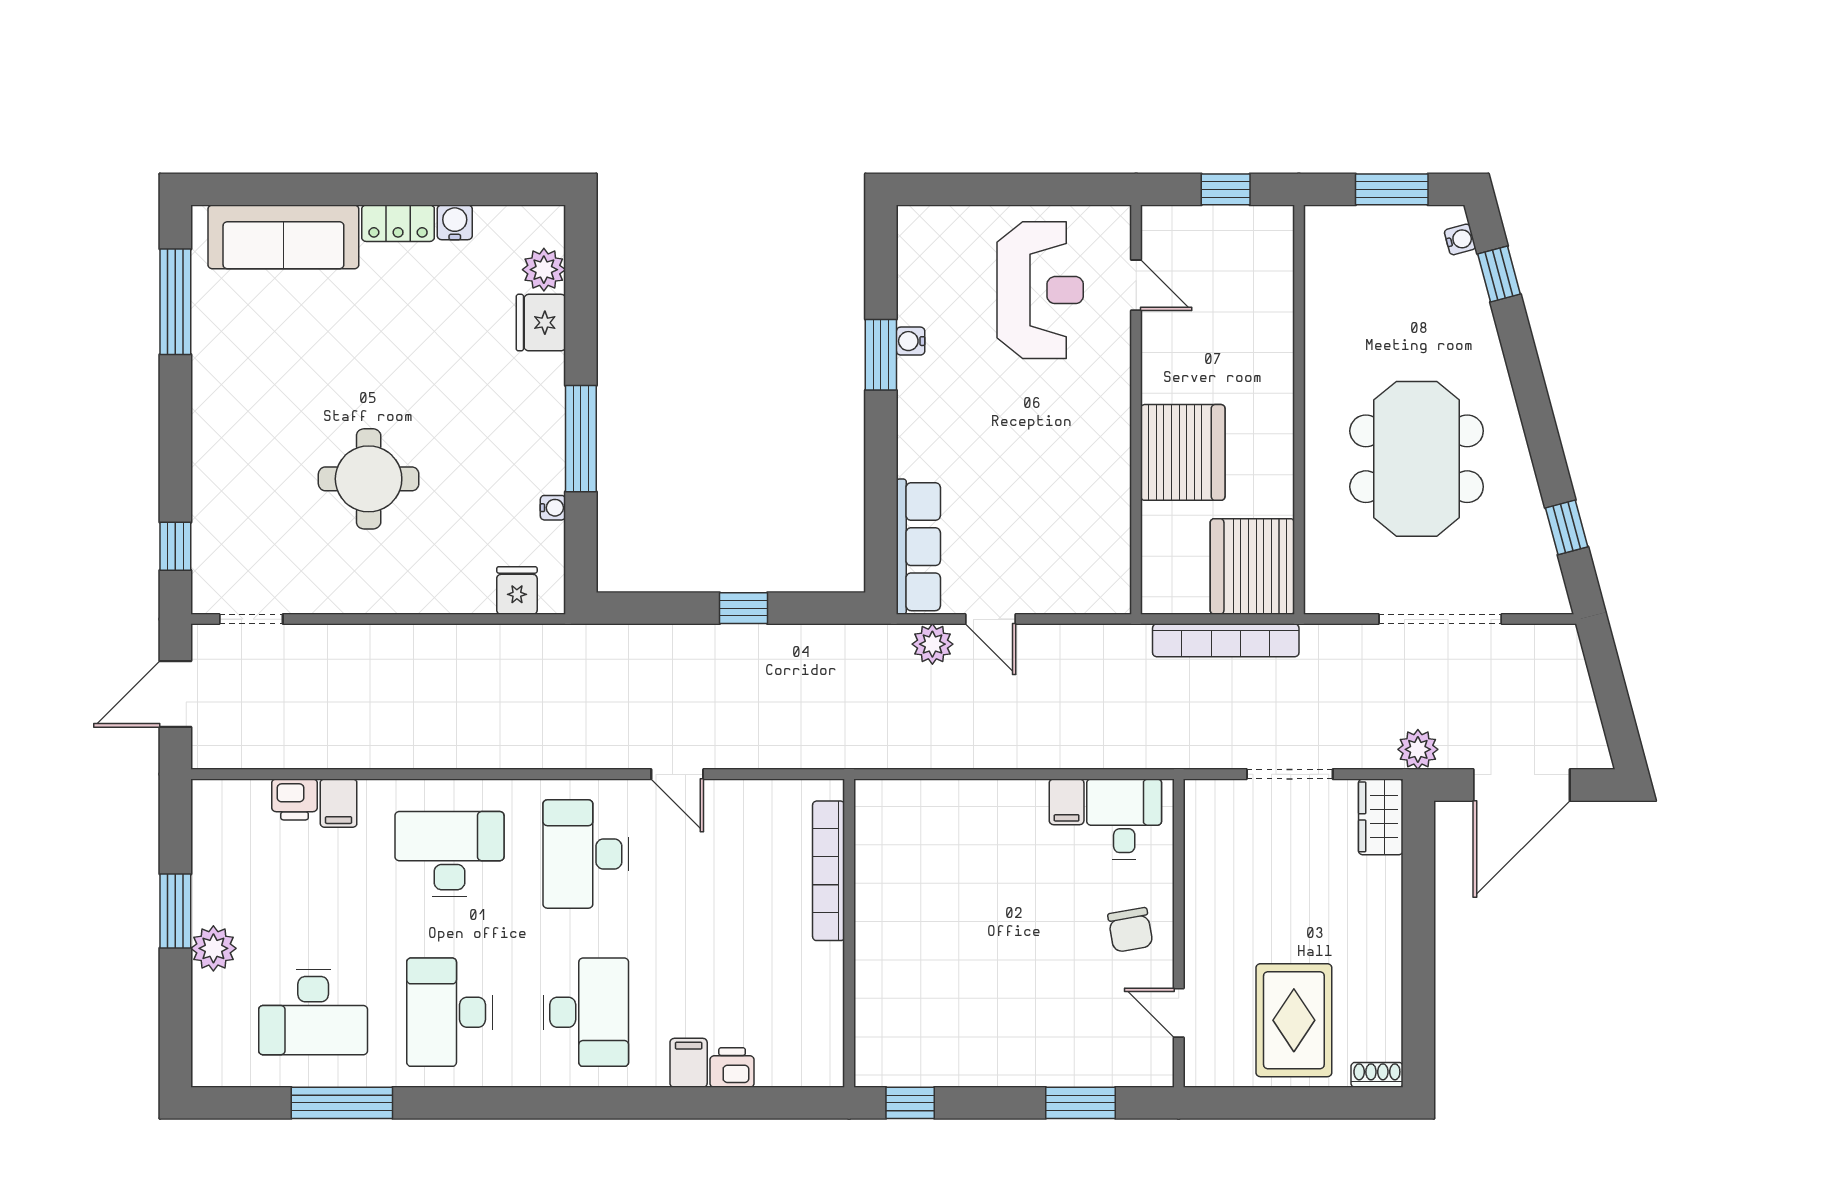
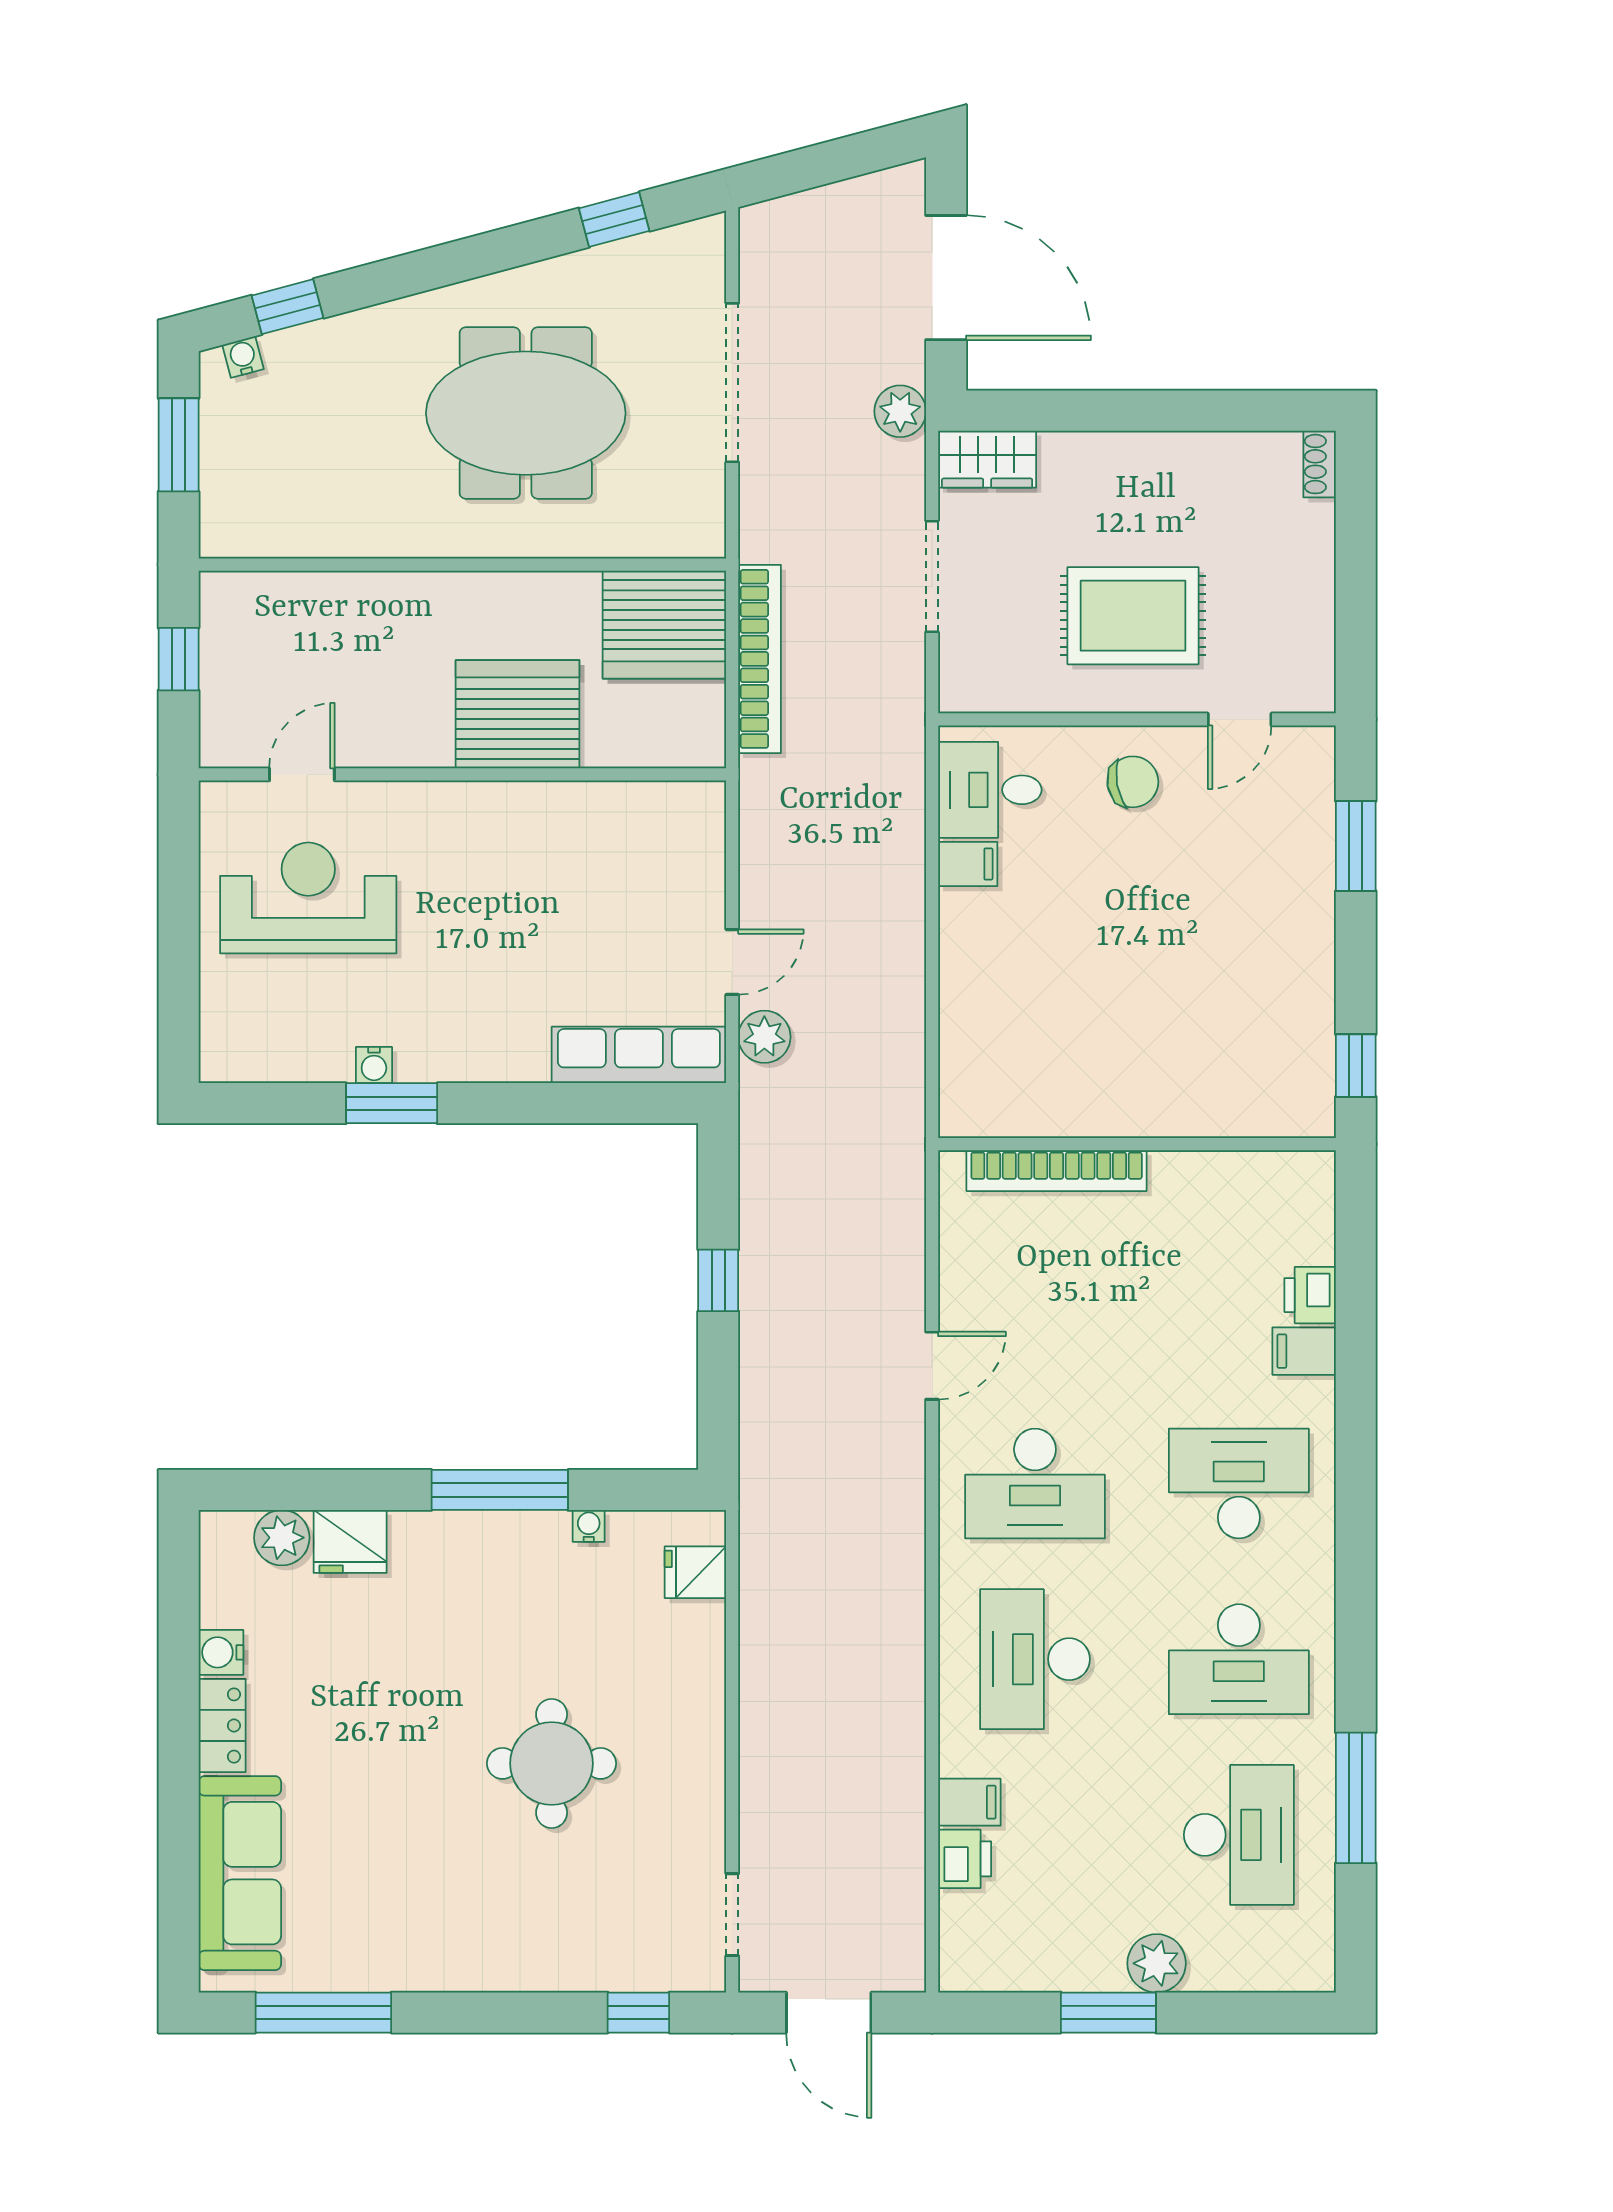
rug: (1294, 1020) -> (1133, 616), moved

